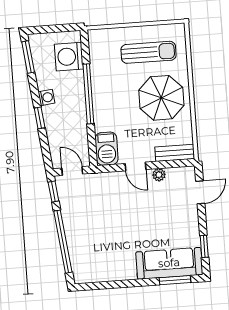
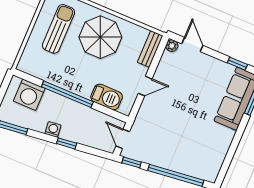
barbecue: (107, 149) -> (107, 97), moved
door: (72, 171) -> (123, 139), hinge flipped
plant: (159, 175) -> (172, 46), moved

